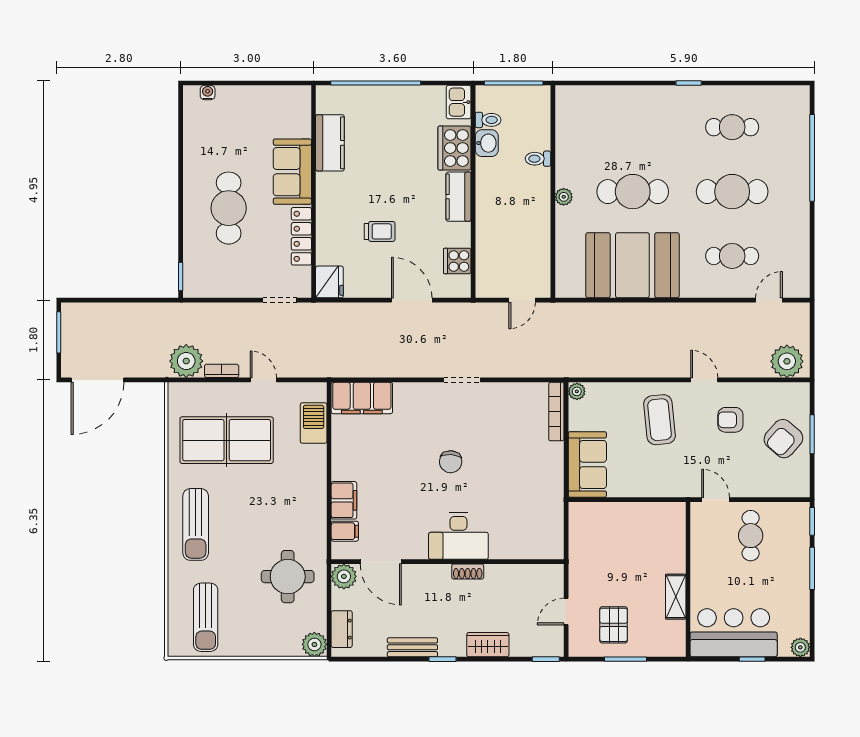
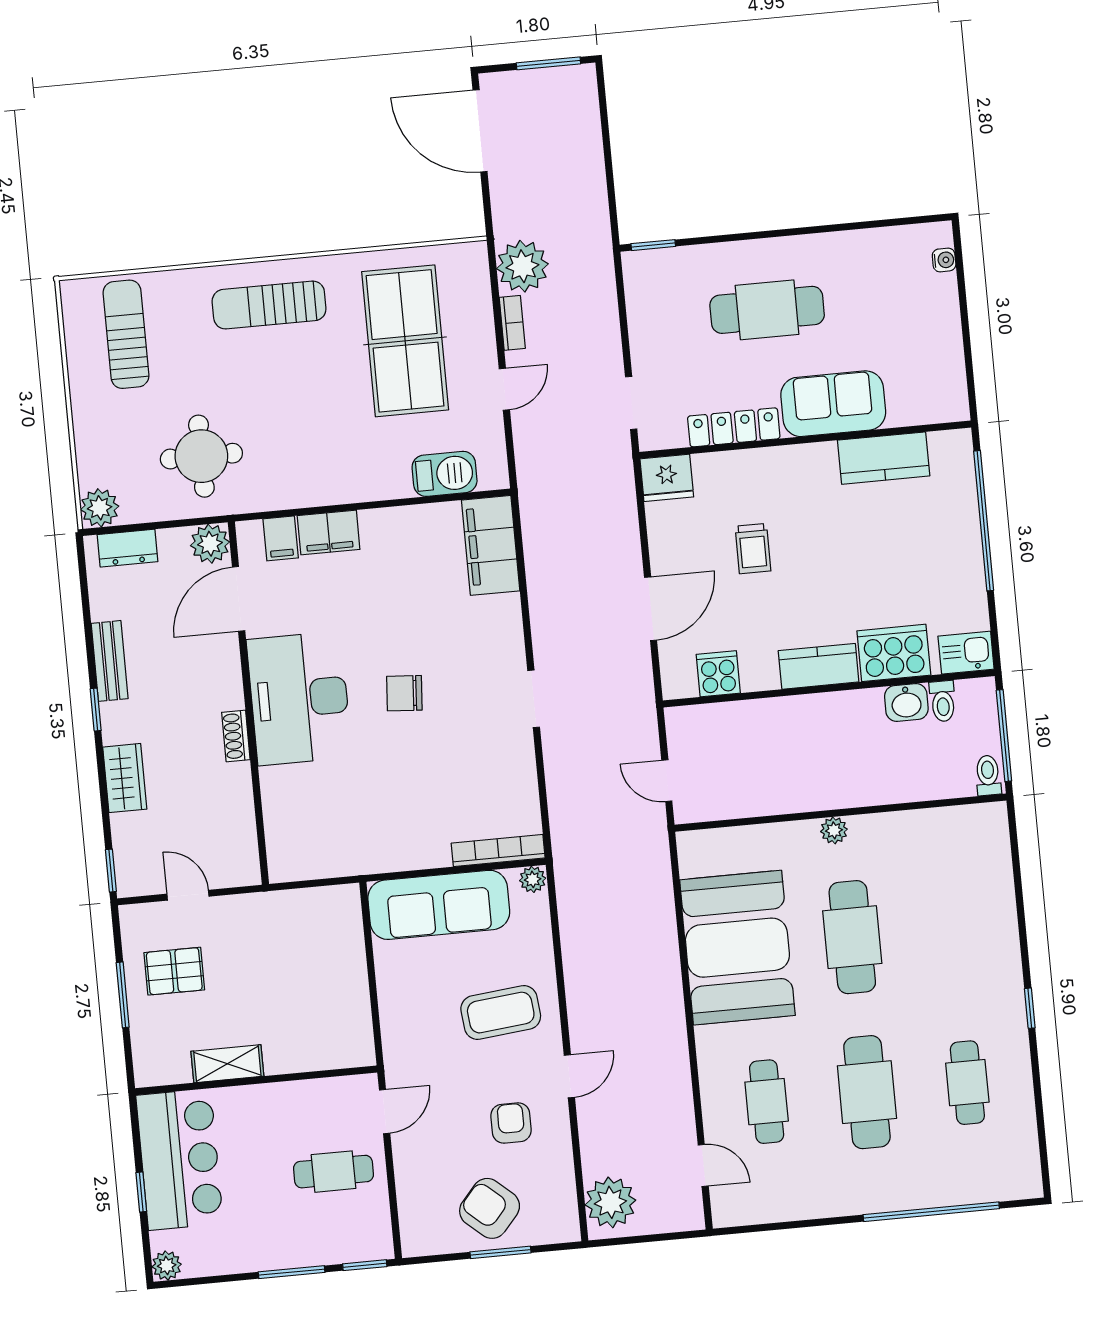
toilet: (538, 159) -> (988, 775), moved
sofa: (587, 464) -> (439, 905), width x1.36
desk: (458, 536) -> (299, 698), width x1.36, depth x1.30
sun lounger: (206, 617) -> (126, 334), turned 90

